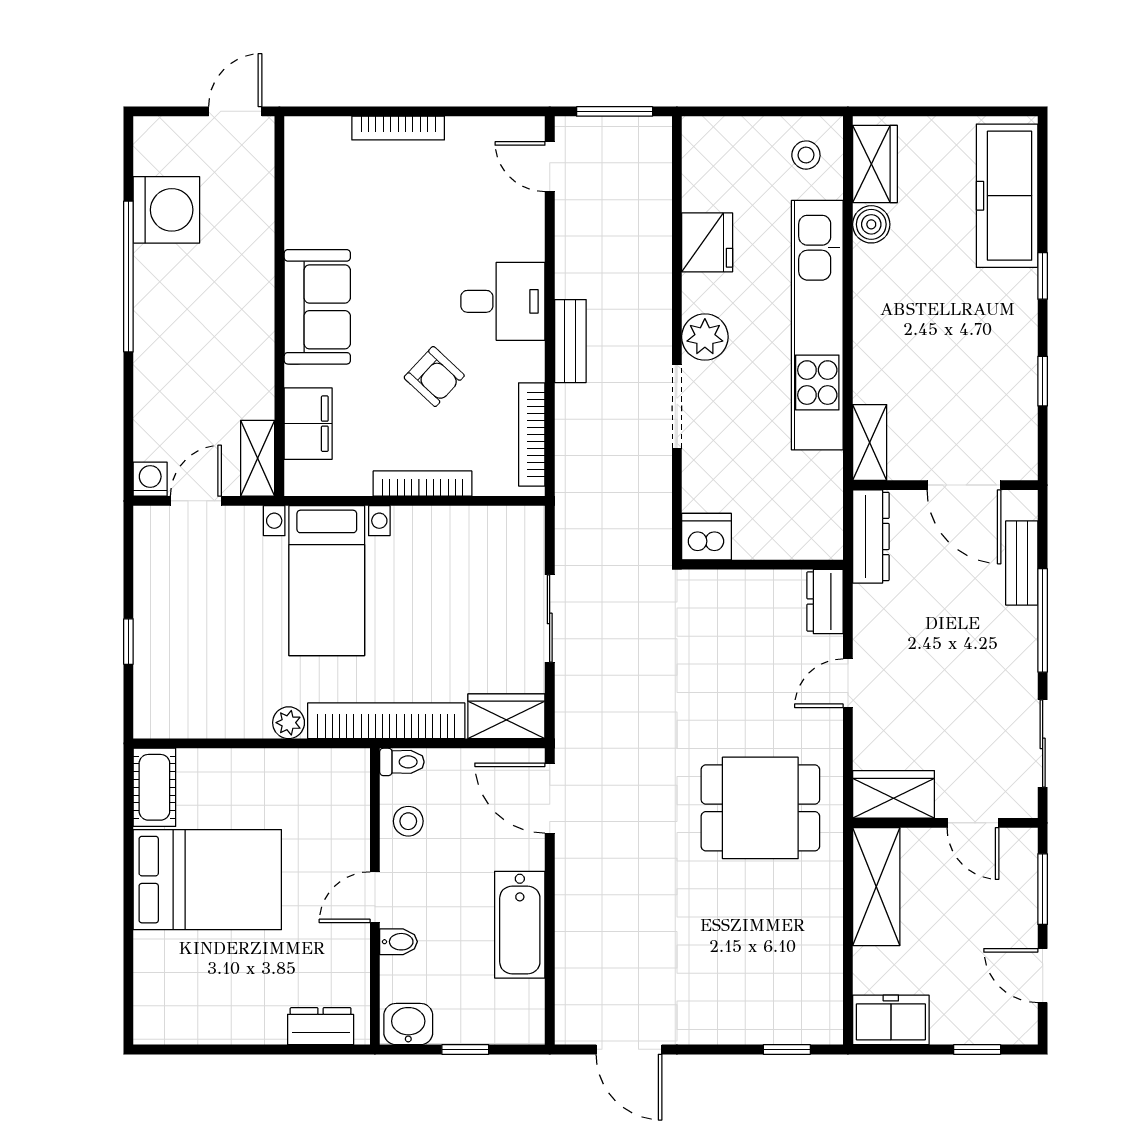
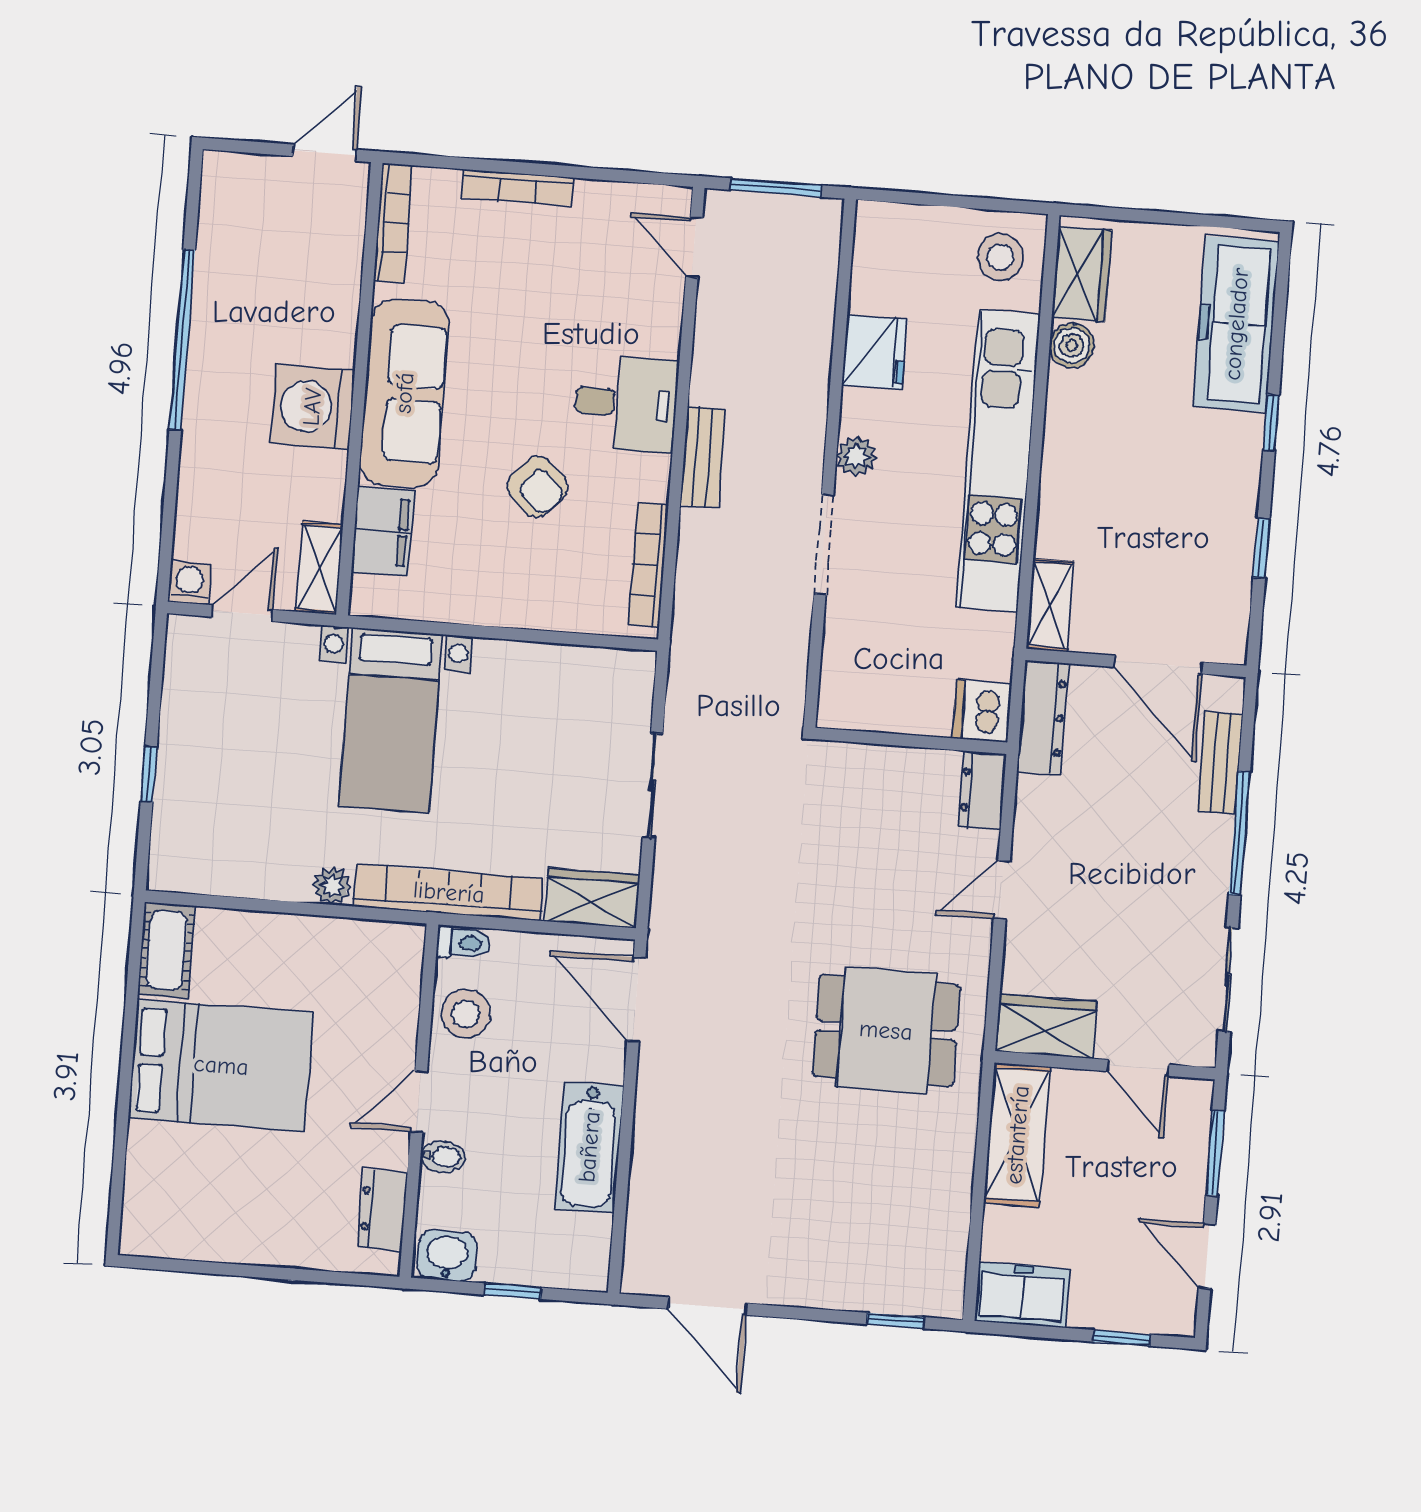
stool: (806, 155) -> (1000, 257), width x1.37, depth x1.37
washing machine: (166, 210) -> (312, 407), moved, turned 180
sofa: (317, 307) -> (404, 393), width x1.36
plant: (705, 337) -> (856, 456), width x0.73, depth x0.73
bookcase: (423, 484) -> (393, 223), moved, turned 90
dishwasher: (706, 537) -> (982, 711), moved, turned -90
stool: (408, 821) -> (466, 1014), width x1.37, depth x1.37
dresser: (321, 1026) -> (383, 1210), moved, turned -90

